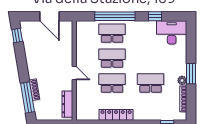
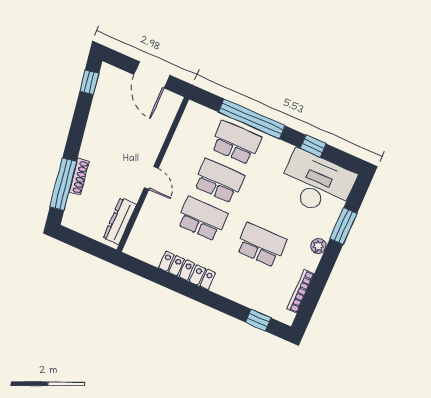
desk: (172, 32) -> (317, 184), width x1.36, depth x1.30
window: (191, 74) -> (343, 226), moved
plant: (182, 80) -> (318, 246), moved

